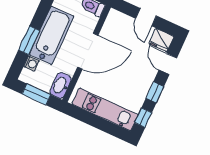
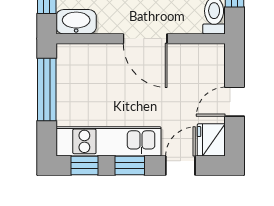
door: (88, 51) -> (145, 39), width x0.73
kitchen unit: (105, 109) -> (109, 141), moved, turned -90
window: (91, 119) -> (47, 90), added

